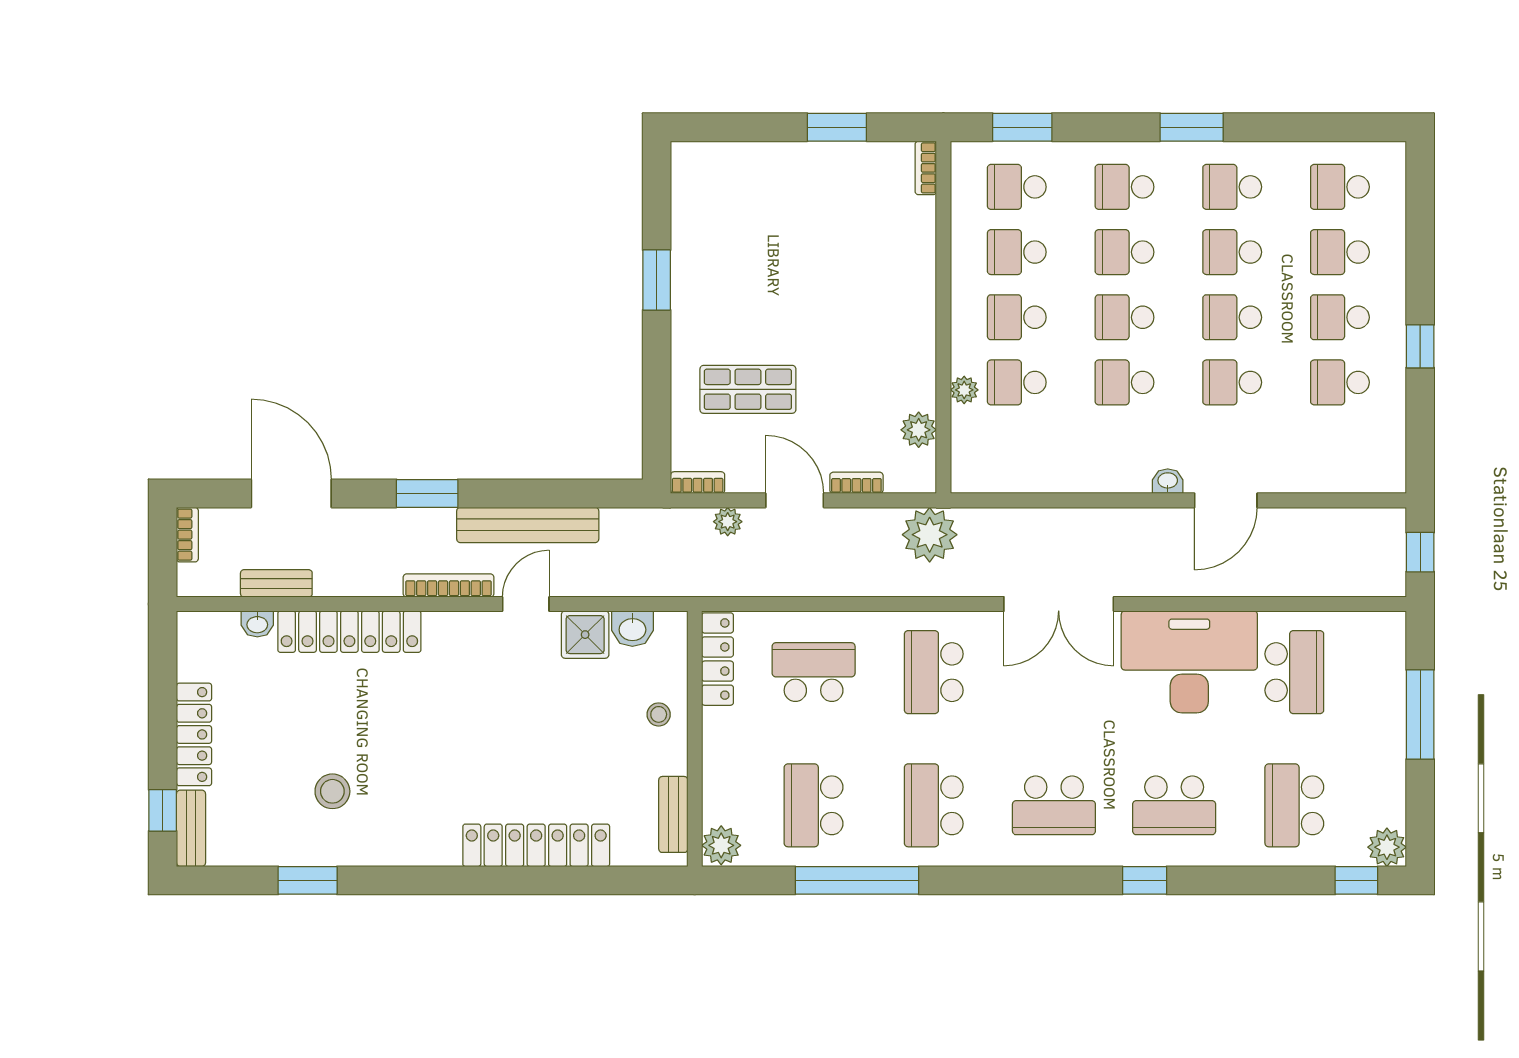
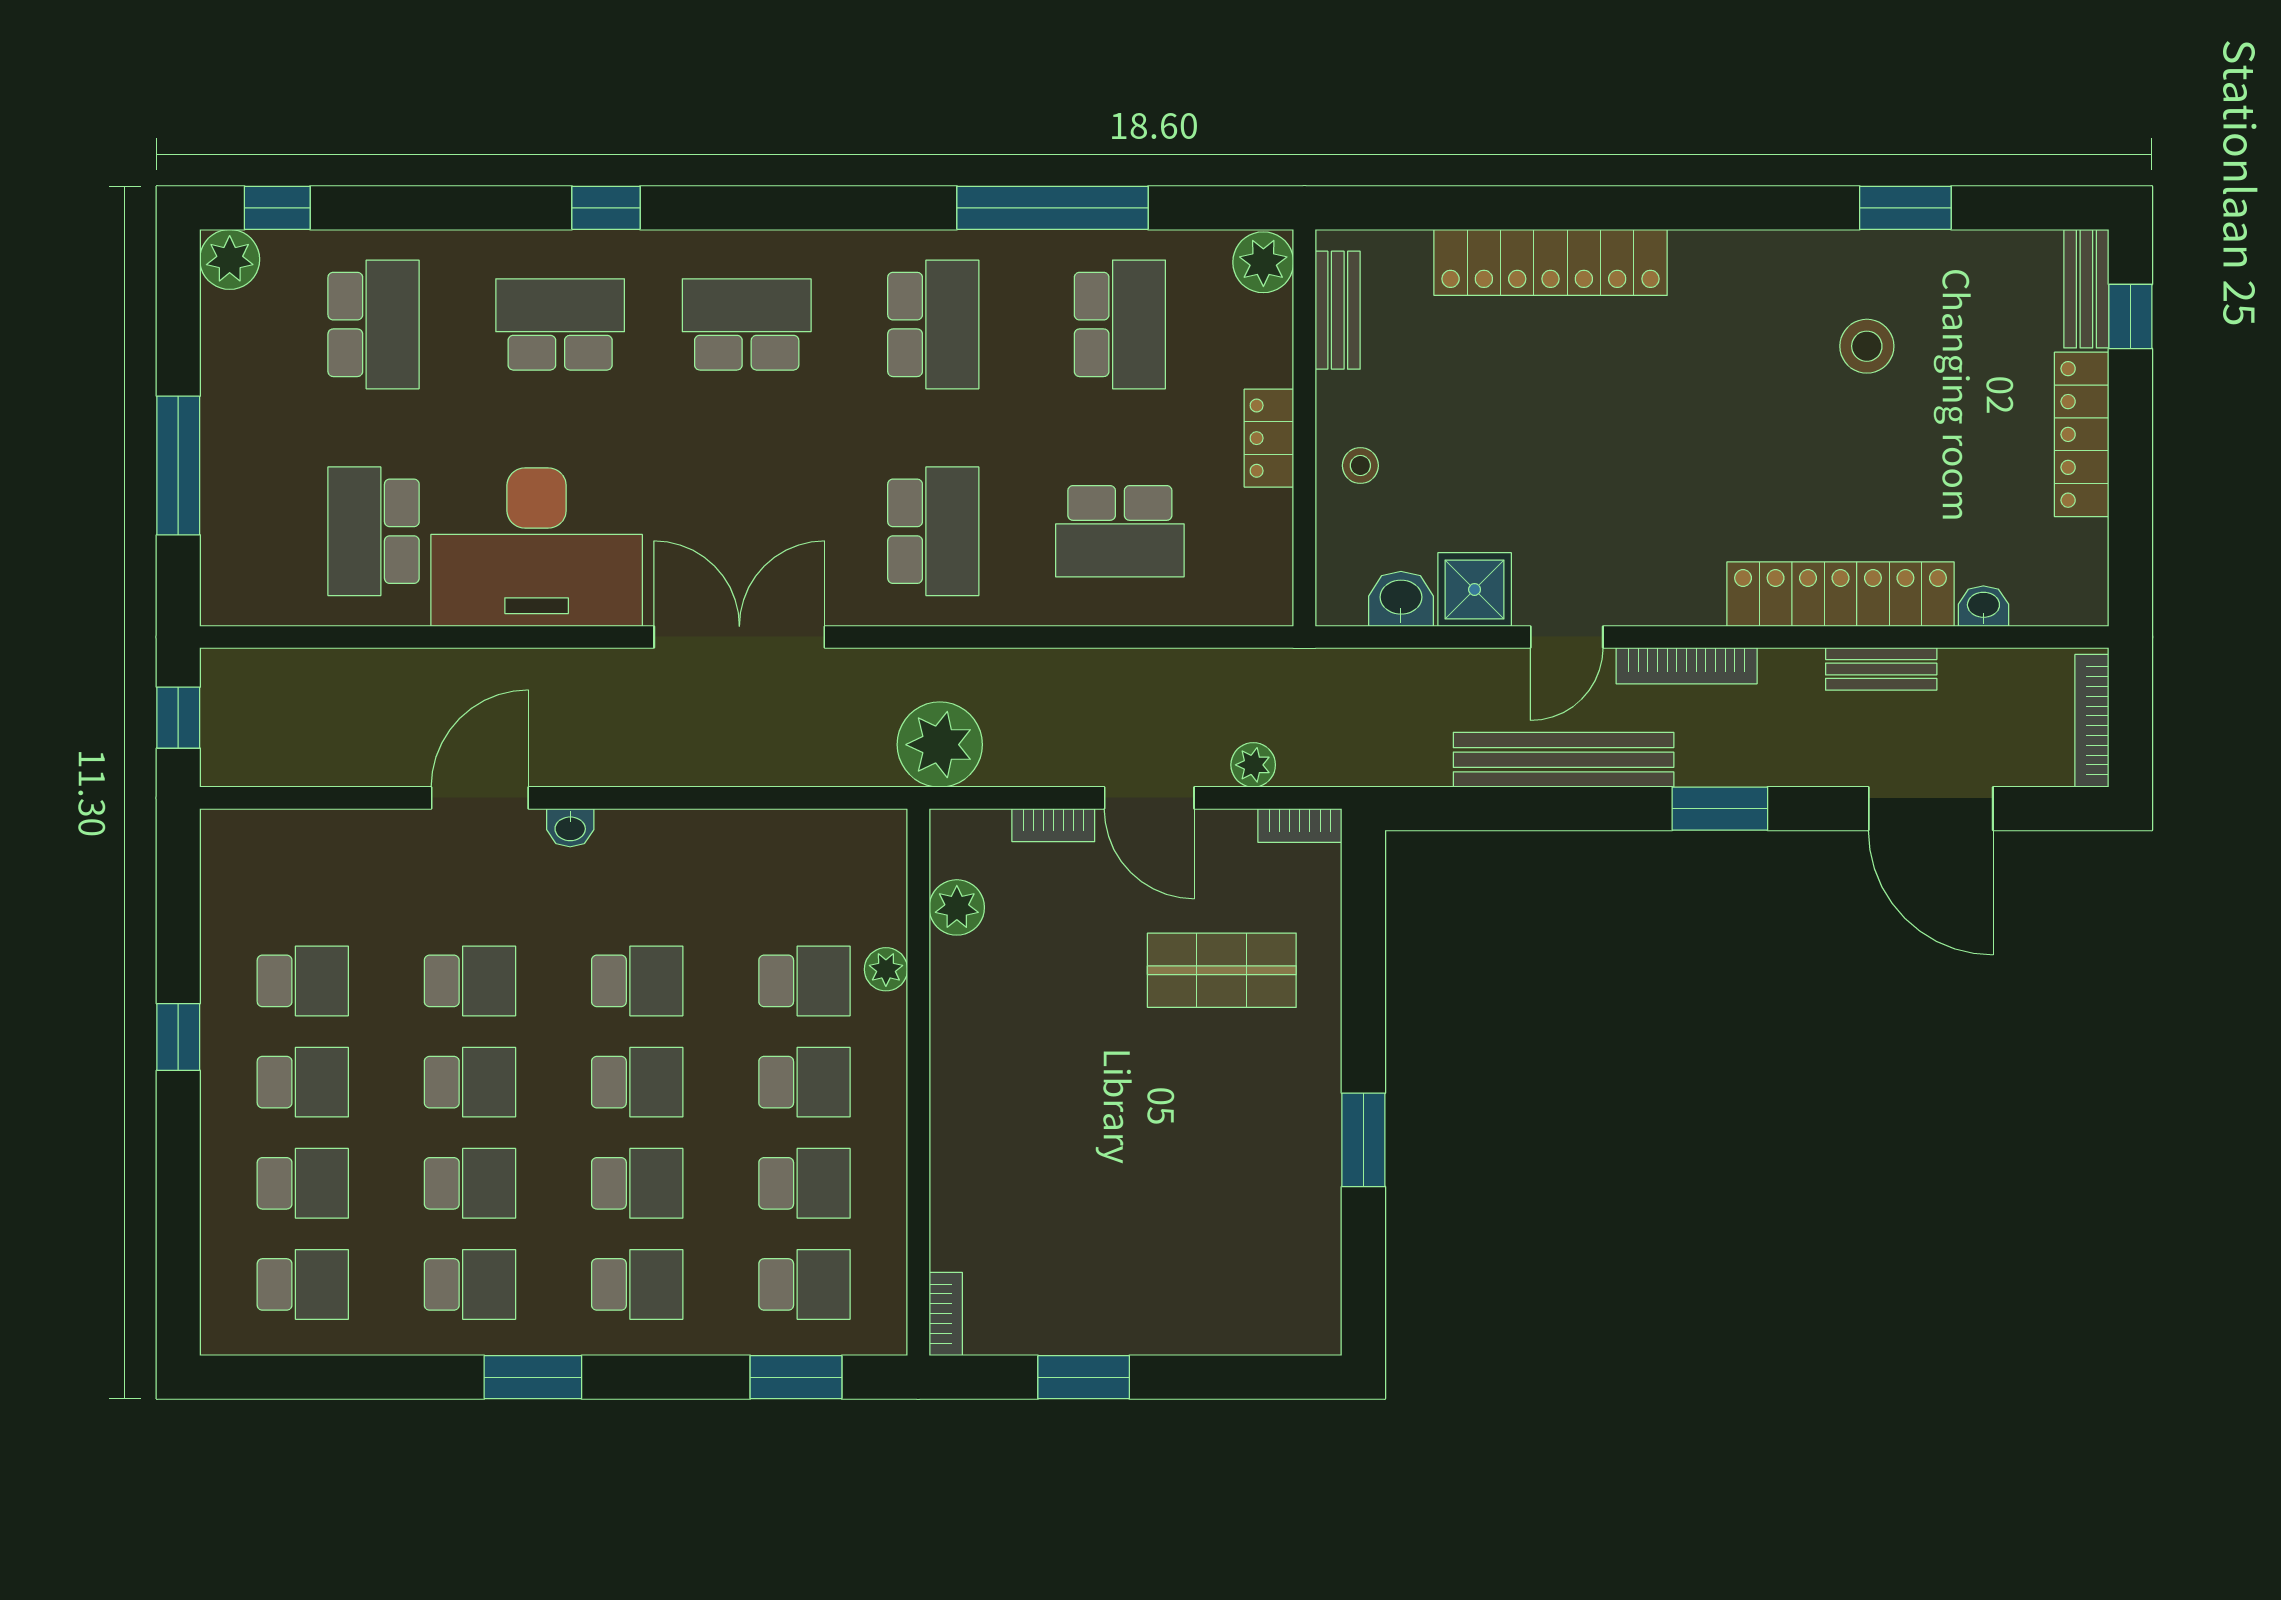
bookcase: (187, 535) -> (2092, 721), width x1.56
bench: (276, 583) -> (1881, 669), moved
locker: (718, 659) -> (1269, 438), moved, width x0.66

